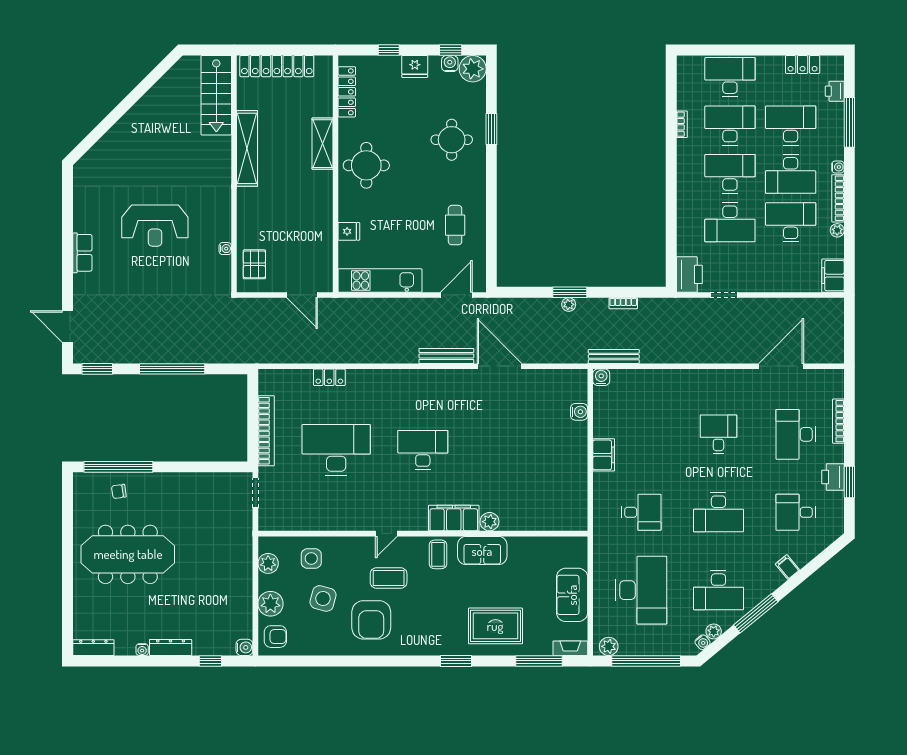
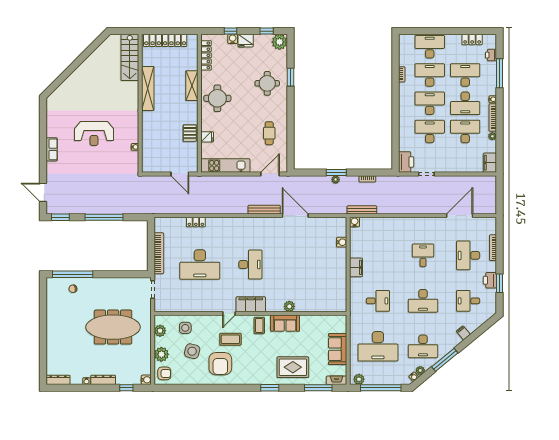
water cooler: (450, 64) -> (233, 39), moved
desk: (730, 222) -> (430, 132), turned 180
pallet: (254, 264) -> (190, 133), moved
desk: (336, 450) -> (200, 264), turned 180
desk: (423, 450) -> (250, 264), turned 90
filing cabinet: (454, 518) -> (251, 304), moved
meeting table: (128, 554) -> (113, 327), moved
desk: (641, 590) -> (378, 346), turned 90

